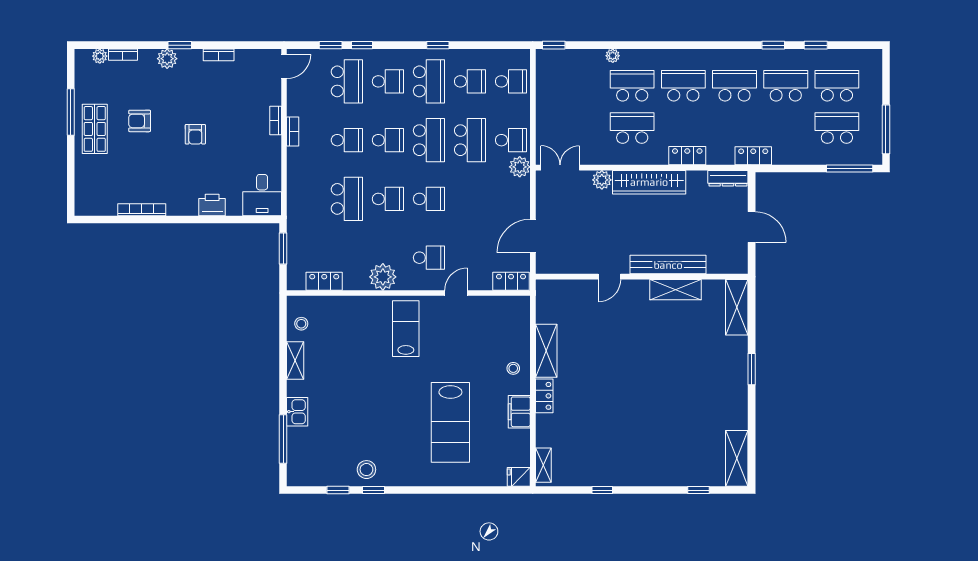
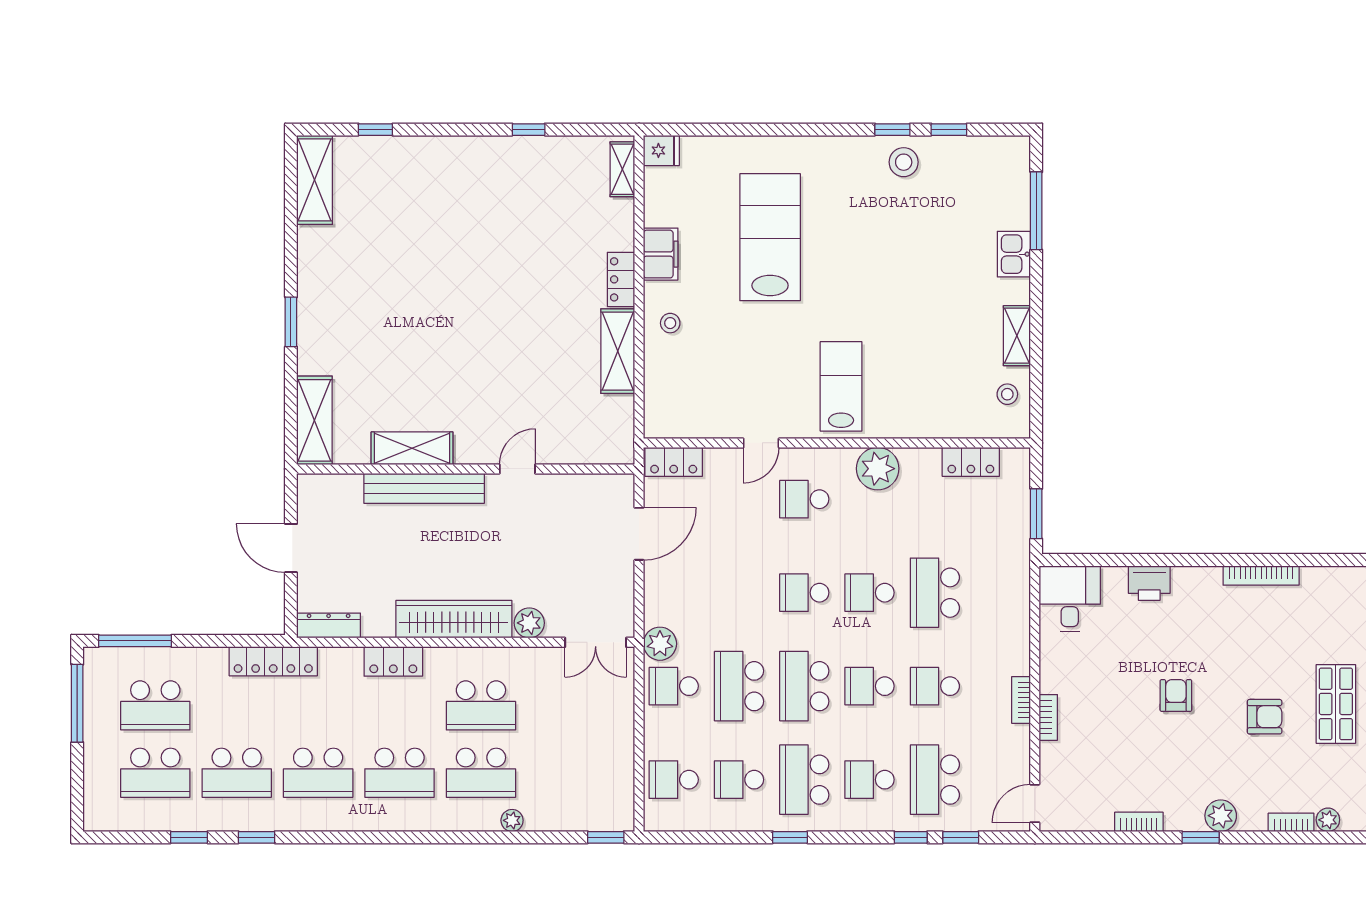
locker: (753, 156) -> (273, 661), width x1.53
lab bench: (406, 329) -> (841, 386), turned 180

